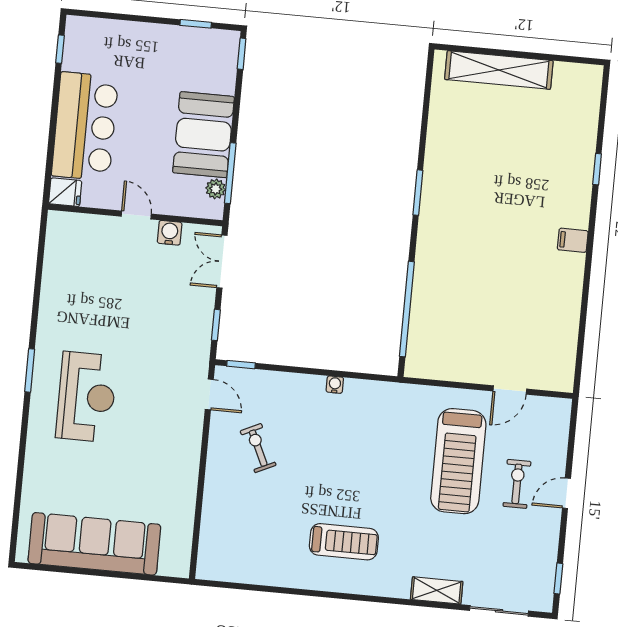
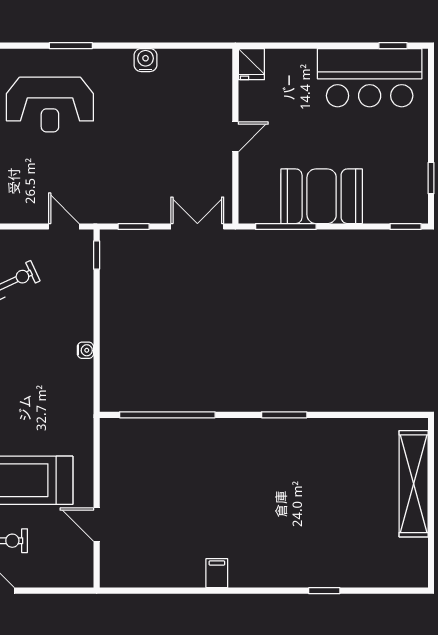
bar counter: (85, 126) -> (370, 78), moved
plant: (216, 189) -> (269, 213), removed
water cooler: (170, 233) -> (146, 60), moved, turned -90
filing cabinet: (573, 240) -> (217, 573), moved
door: (209, 394) -> (64, 226), swing flipped

